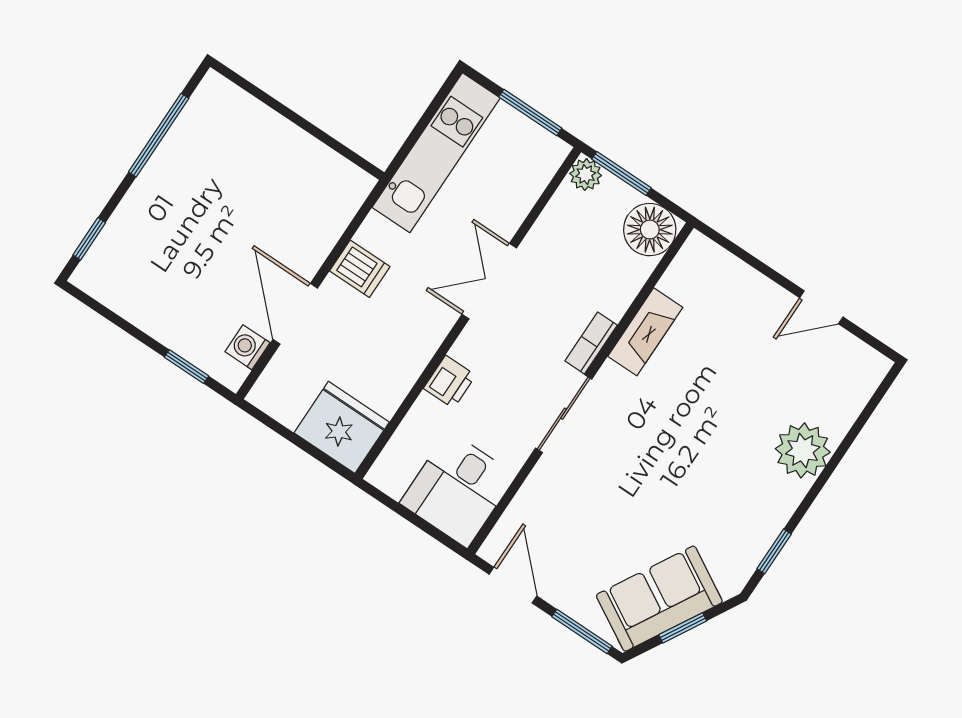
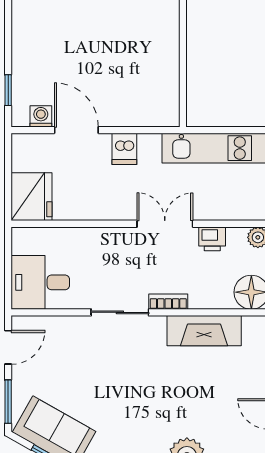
door: (295, 314) -> (76, 130), hinge flipped
fireplace: (645, 332) -> (204, 331), width x1.37, depth x1.32
printer: (450, 382) -> (212, 239), moved

